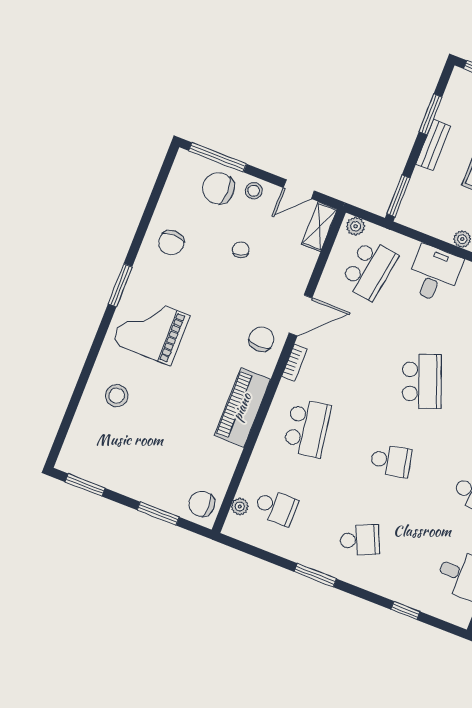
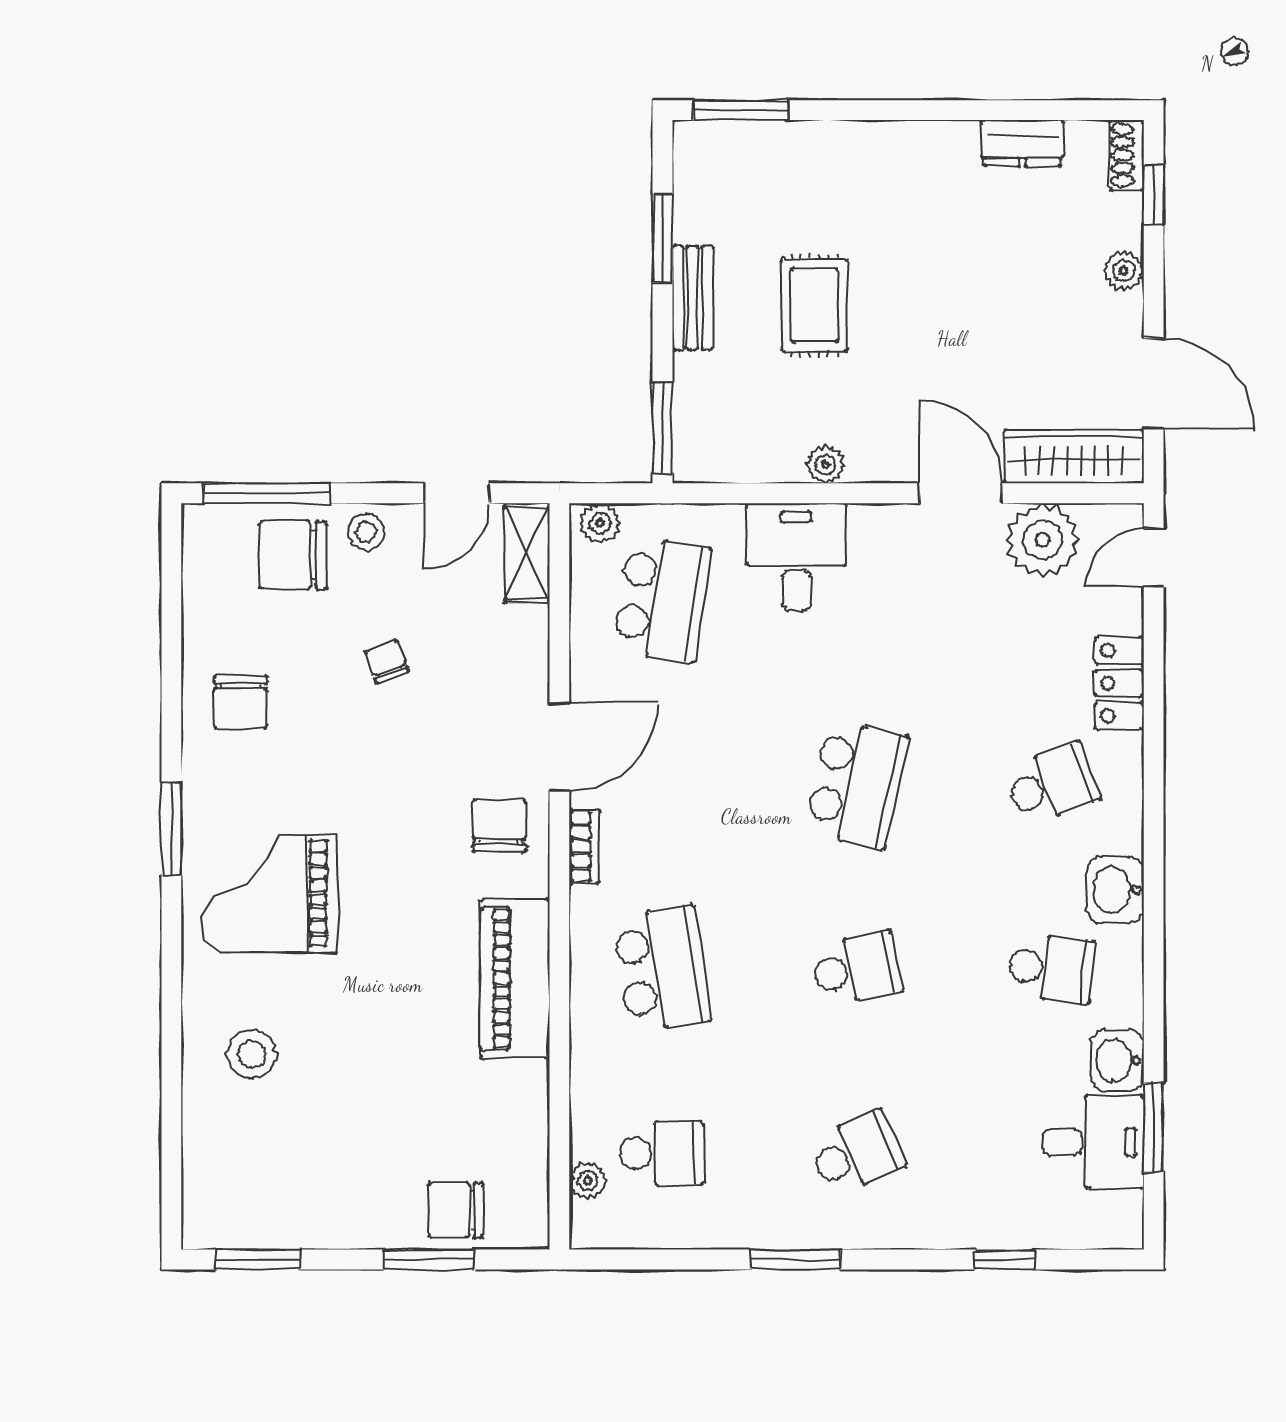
school desk: (422, 381) -> (857, 784), turned 33
chair: (202, 504) -> (456, 1210), moved

